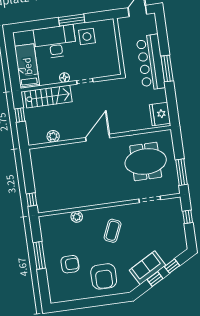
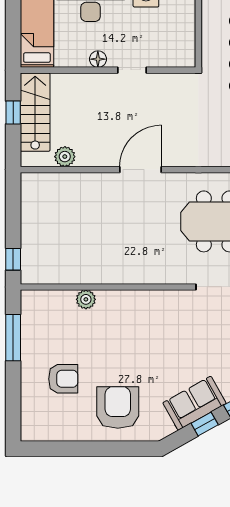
stairs: (48, 97) -> (35, 112), moved, turned -90
coffee table: (113, 231) -> (144, 332), removed
window: (39, 255) -> (13, 338), moved
armchair: (104, 276) -> (118, 407), turned 180

